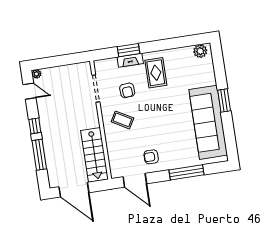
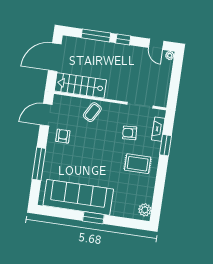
fireplace: (130, 60) -> (158, 129), moved
door: (29, 91) -> (156, 44), hinge flipped
coffee table: (122, 120) -> (92, 112), moved

